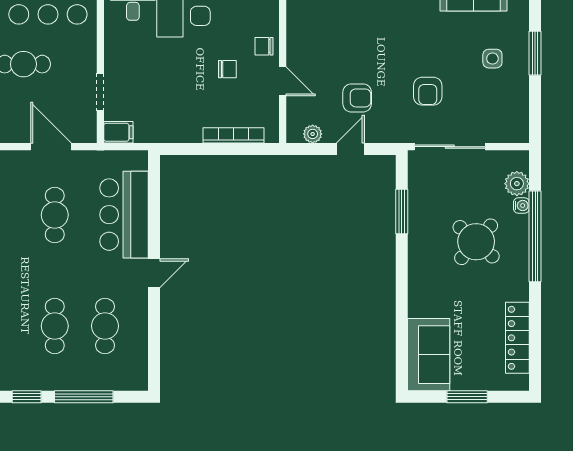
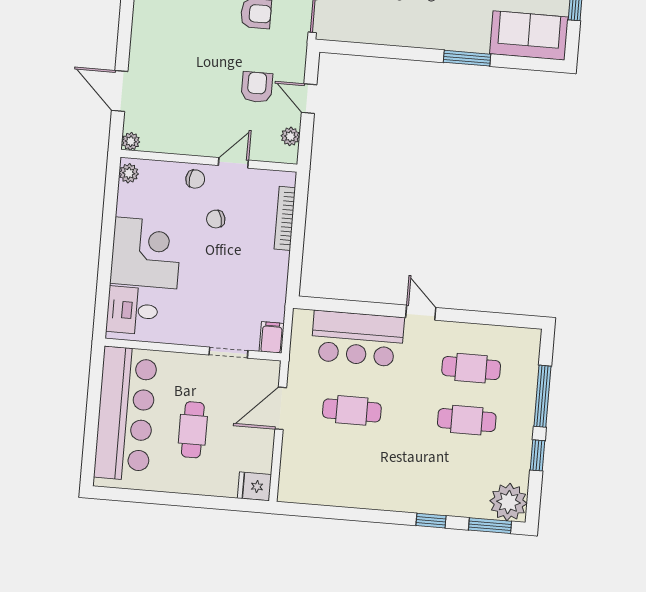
chair: (264, 46) -> (195, 179), turned -83
chair: (227, 69) -> (216, 219), turned -105
window: (402, 212) -> (467, 58), moved

